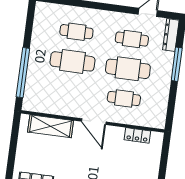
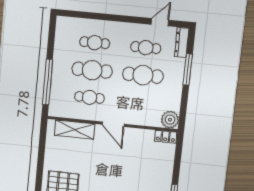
cafe table: (124, 99) -> (89, 97), moved
plant: (156, 118) -> (170, 120), added
locker: (137, 135) -> (166, 137), moved

